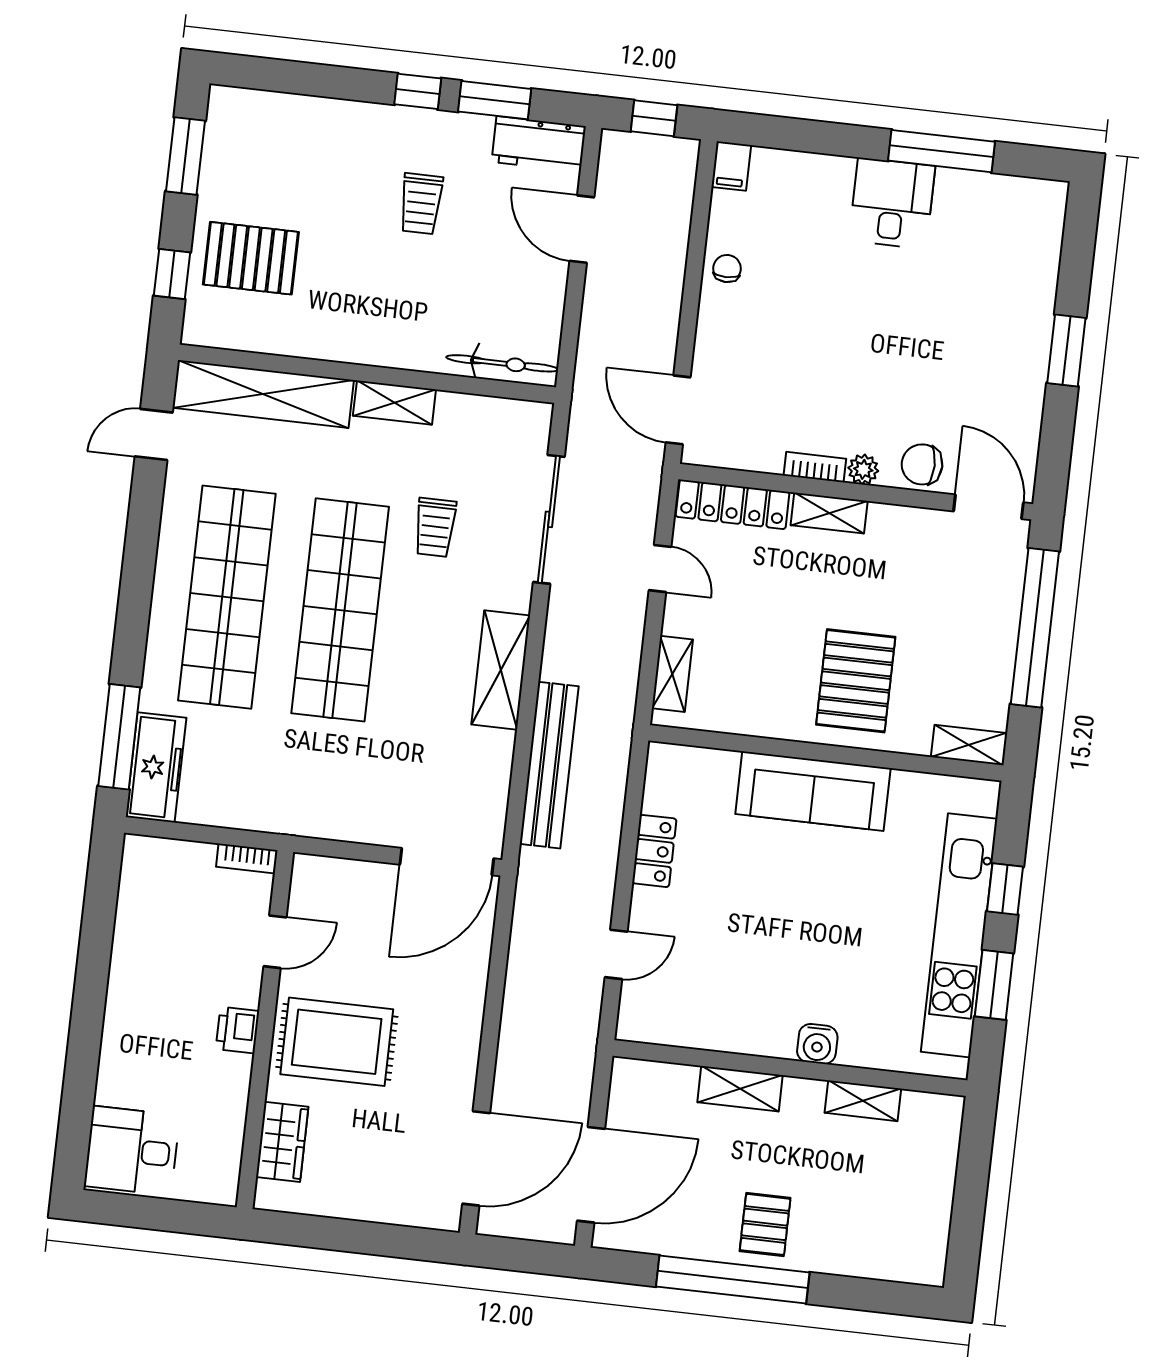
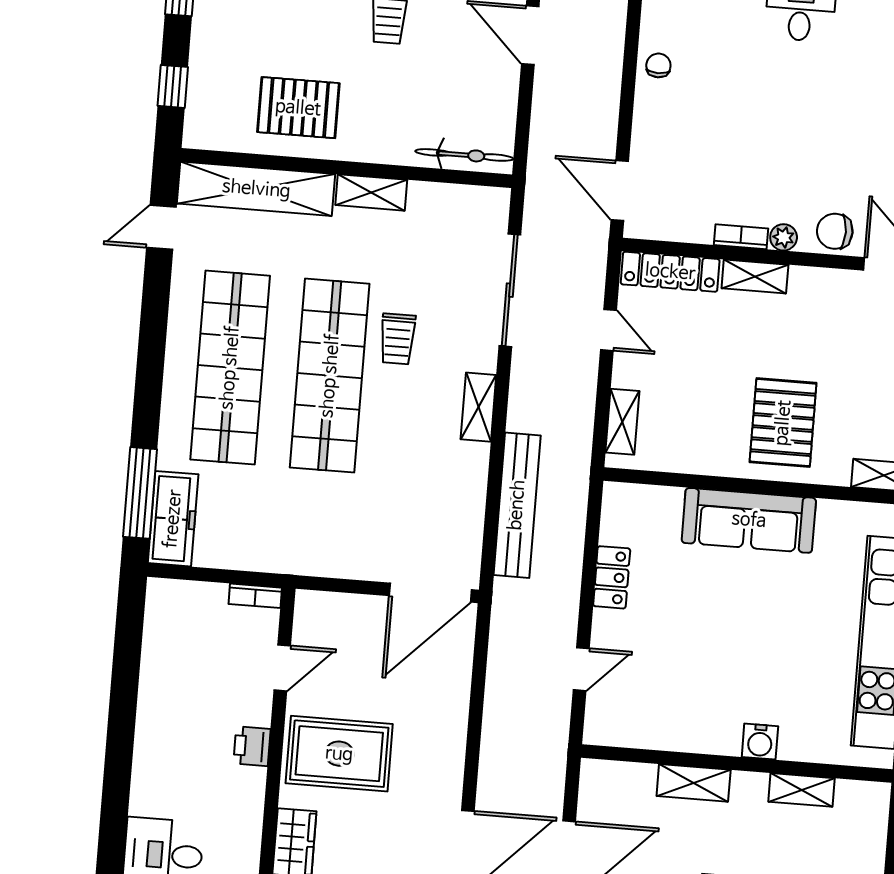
pallet: (251, 258) -> (298, 108), moved
trolley: (435, 527) -> (398, 339), moved
shelving: (501, 670) -> (478, 407), width x0.67, depth x0.75

